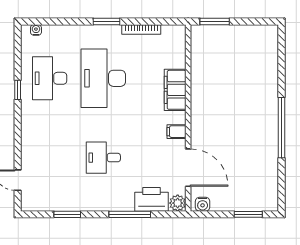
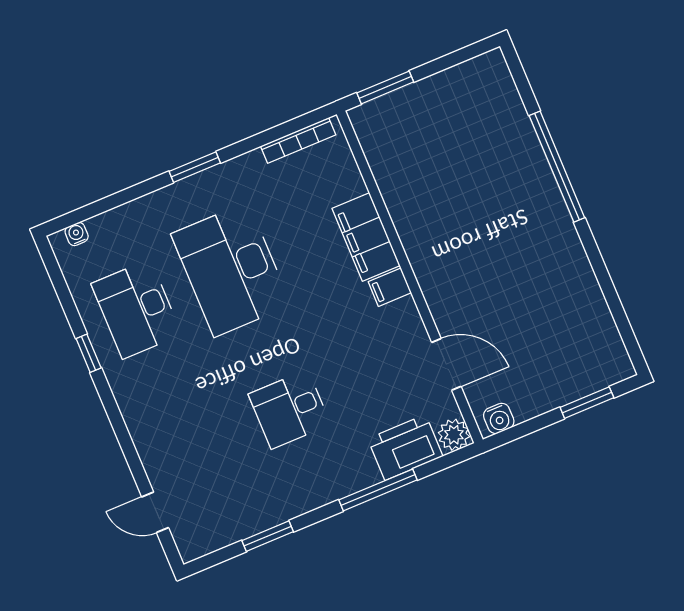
bookcase: (141, 30) -> (298, 141), moved
window: (281, 128) -> (557, 167), moved
filing cabinet: (176, 132) -> (390, 287), moved
door: (188, 168) -> (446, 364), width x0.73

